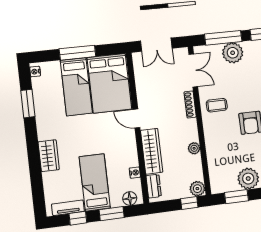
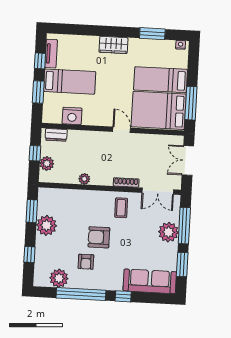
window: (78, 53) -> (191, 103), moved
door: (136, 119) -> (122, 130), hinge flipped
wardrobe: (152, 151) -> (89, 139), removed
wardrobe: (49, 156) -> (113, 45), moved
nightstand: (135, 173) -> (72, 116), width x1.89, depth x1.79
plant: (197, 189) -> (47, 163), moved
floor lamp: (130, 198) -> (49, 111), removed
window: (189, 203) -> (35, 153), moved

